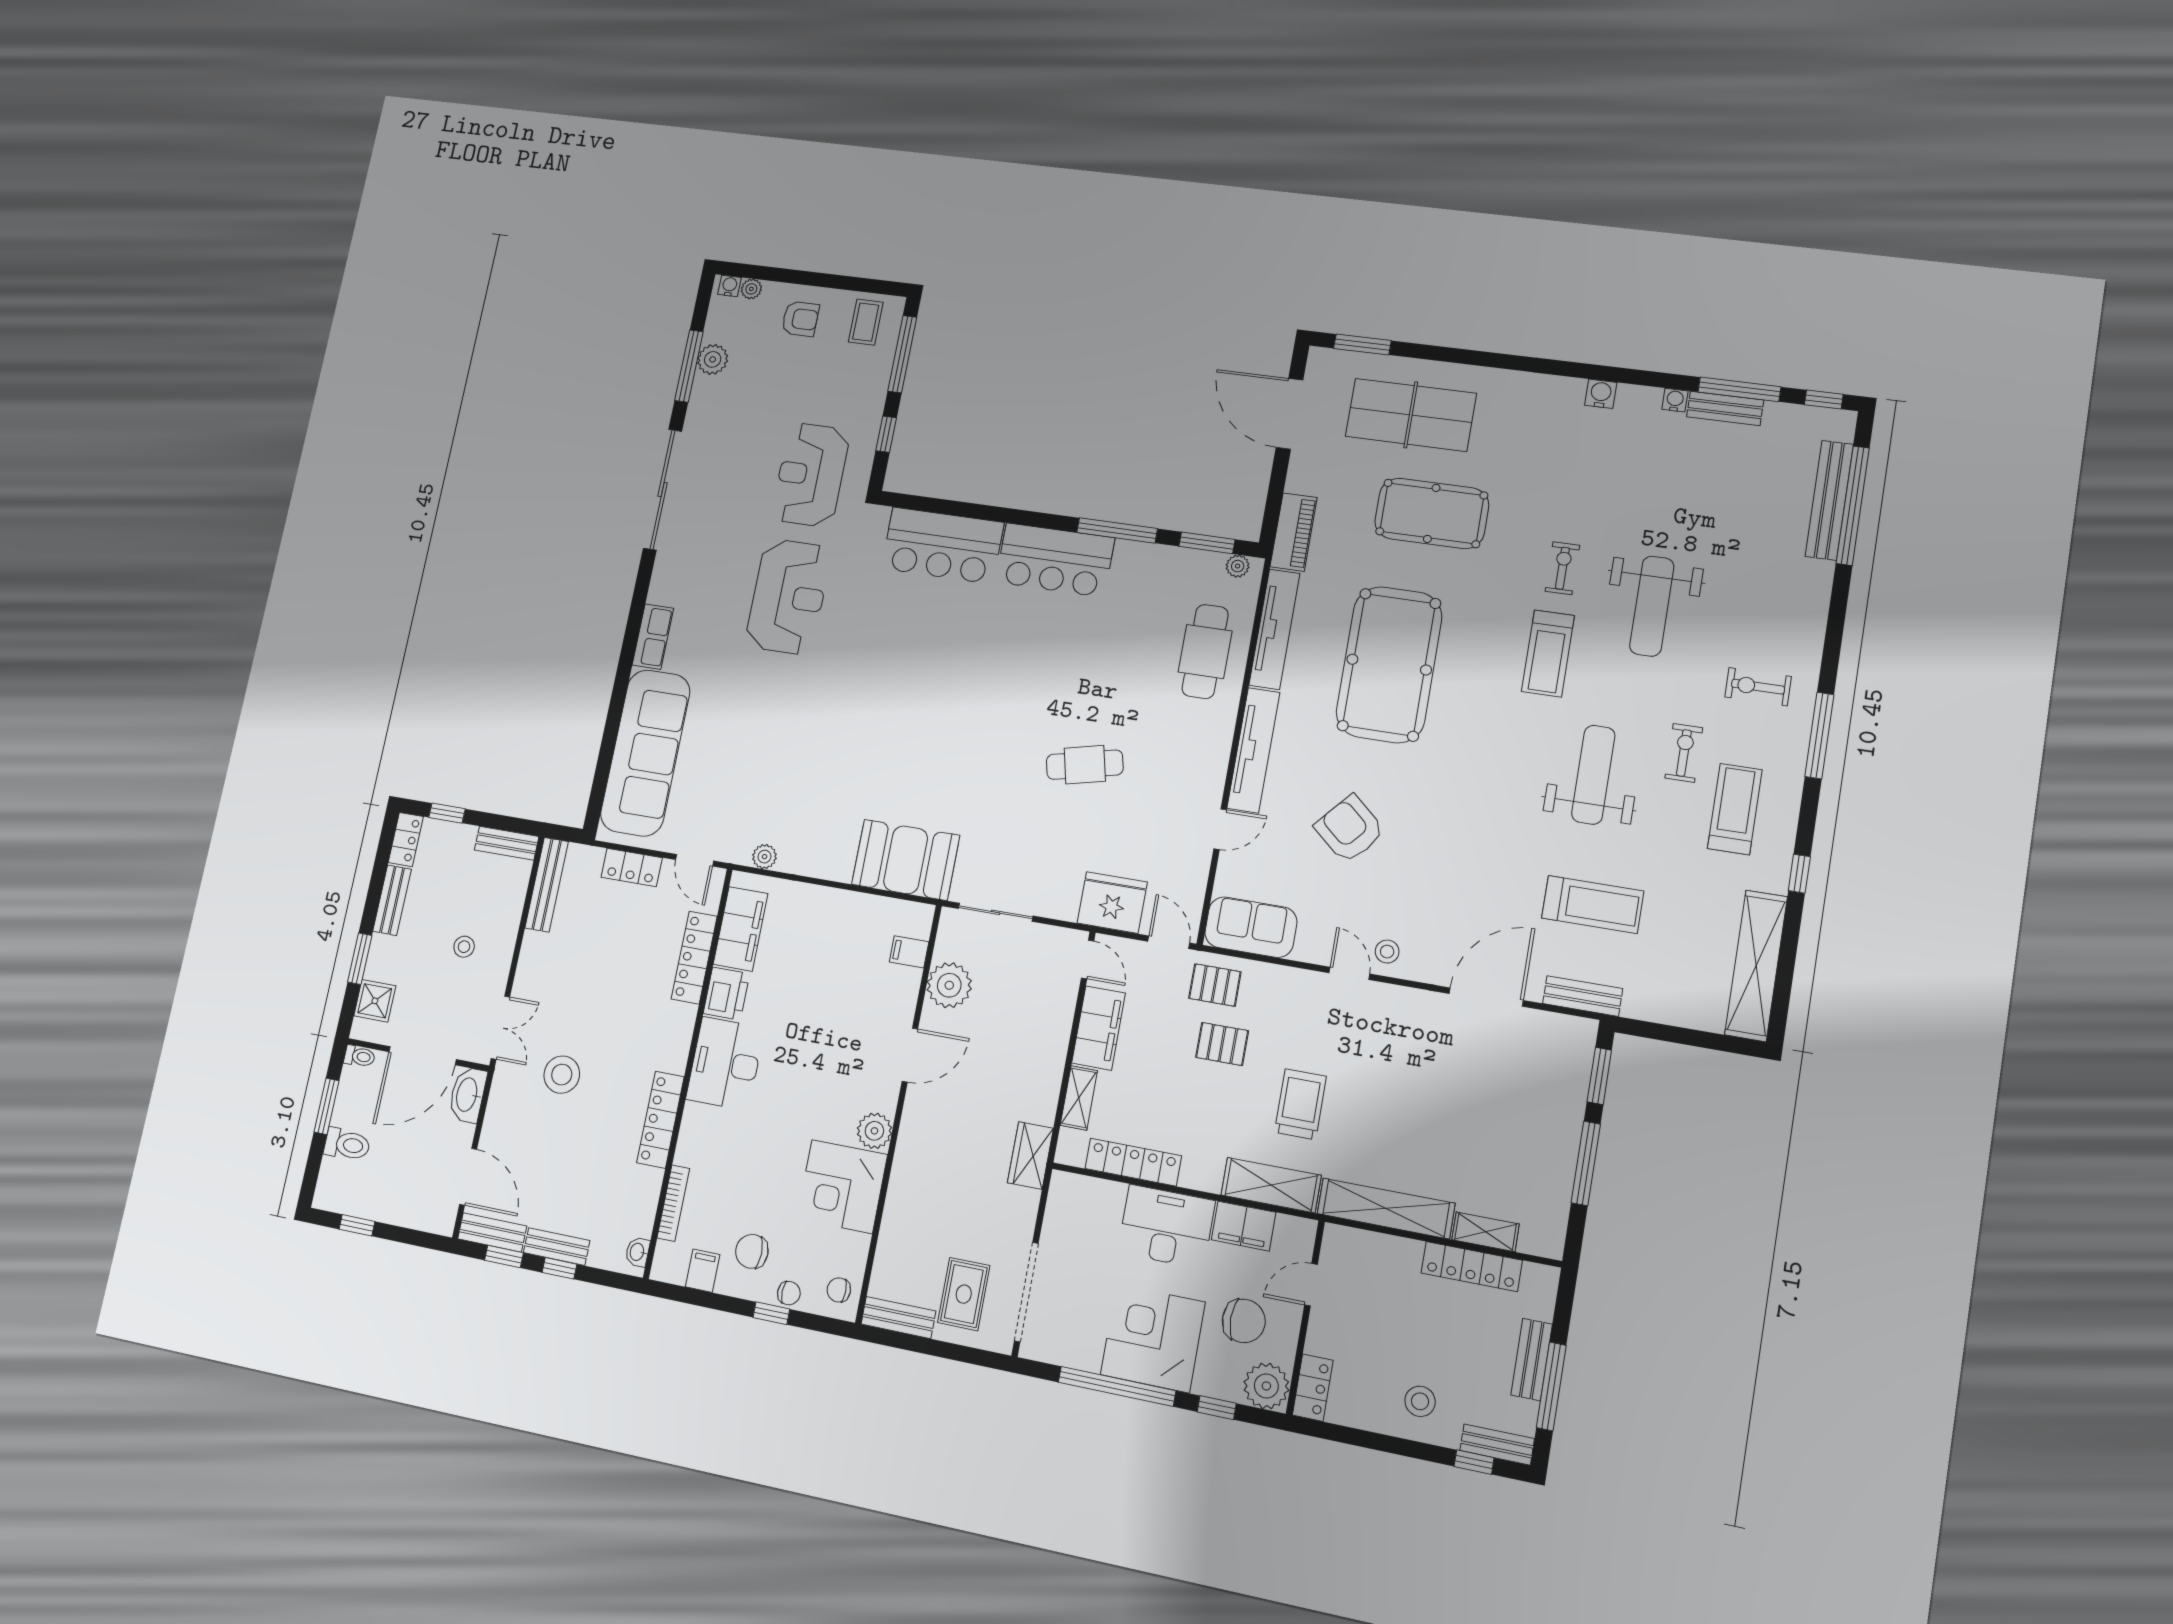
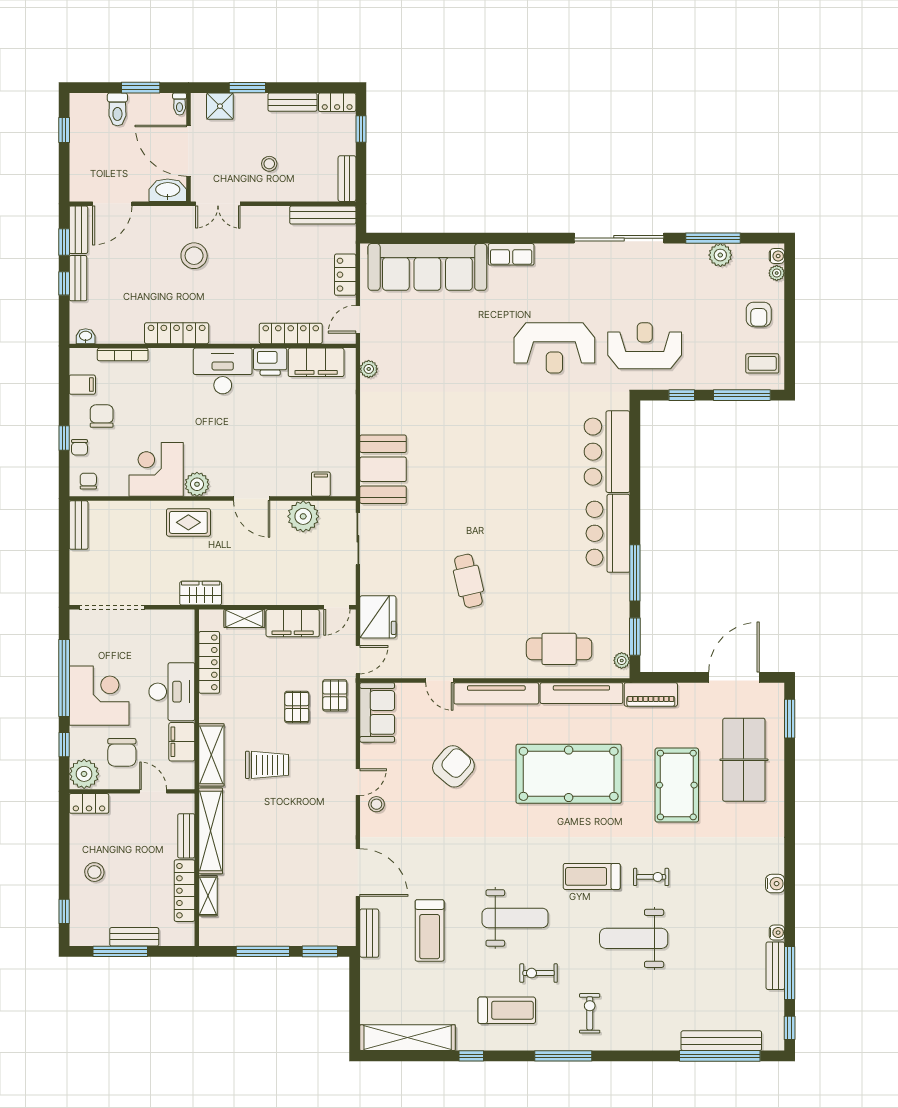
exercise bike: (1684, 753) -> (539, 973), turned 180
rug: (964, 1294) -> (188, 522), moved
bench: (1497, 1445) -> (186, 836), moved

